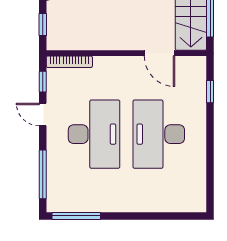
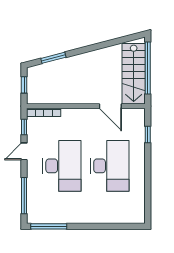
door: (43, 115) -> (24, 151), hinge flipped
desk: (159, 134) -> (110, 166), turned 180

